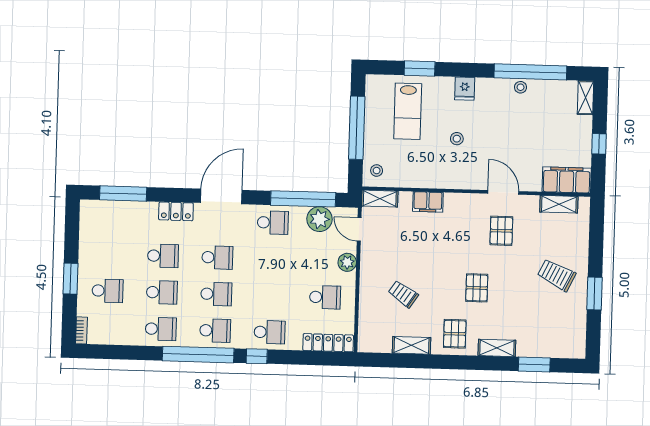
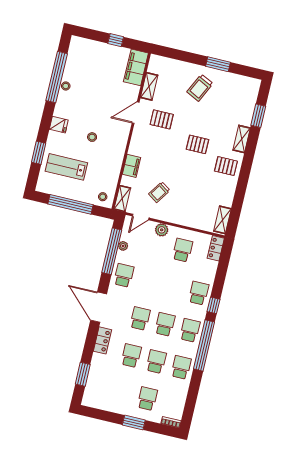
shelving: (586, 98) -> (82, 43), removed
lab bench: (408, 111) -> (66, 167), turned 180
window: (123, 194) -> (83, 374), width x0.69
shelving: (559, 204) -> (149, 86), moved
plant: (319, 219) -> (123, 246), width x0.53, depth x0.53
trolley: (403, 294) -> (159, 192), moved
locker: (328, 343) -> (216, 248), width x0.66
shelving: (411, 345) -> (222, 220), moved

